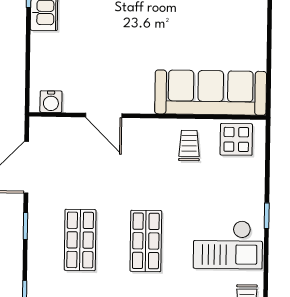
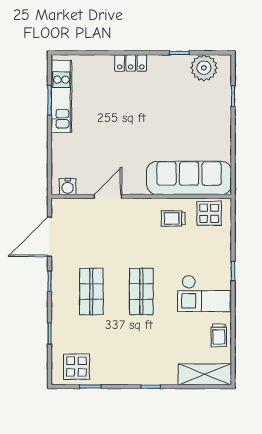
door: (104, 115) -> (108, 196), swing flipped
trolley: (189, 146) -> (173, 218), turned -90

